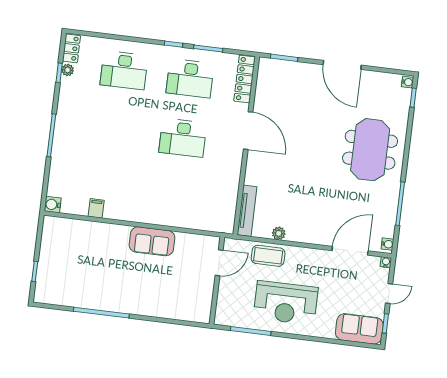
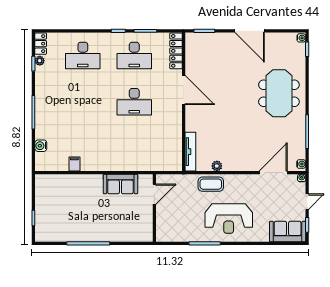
water cooler: (53, 205) -> (41, 146), moved
door: (219, 263) -> (154, 194), moved
wall: (217, 281) -> (154, 208), moved

